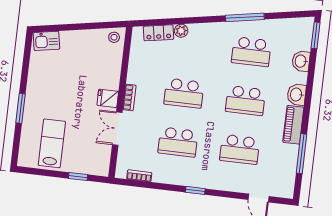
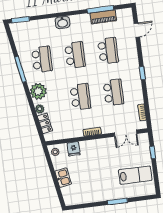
plant: (207, 35) -> (38, 91), added
kitchen sink: (46, 41) -> (63, 178), moved
washbasin: (301, 61) -> (40, 25), removed
fridge: (108, 98) -> (74, 149), moved
piano: (293, 125) -> (103, 17), moved
double door: (117, 129) -> (126, 133), moved
lab bench: (52, 143) -> (135, 175), turned 180

